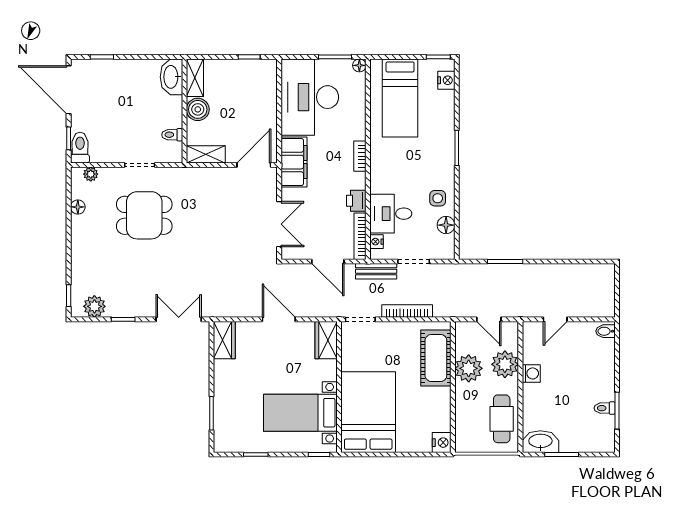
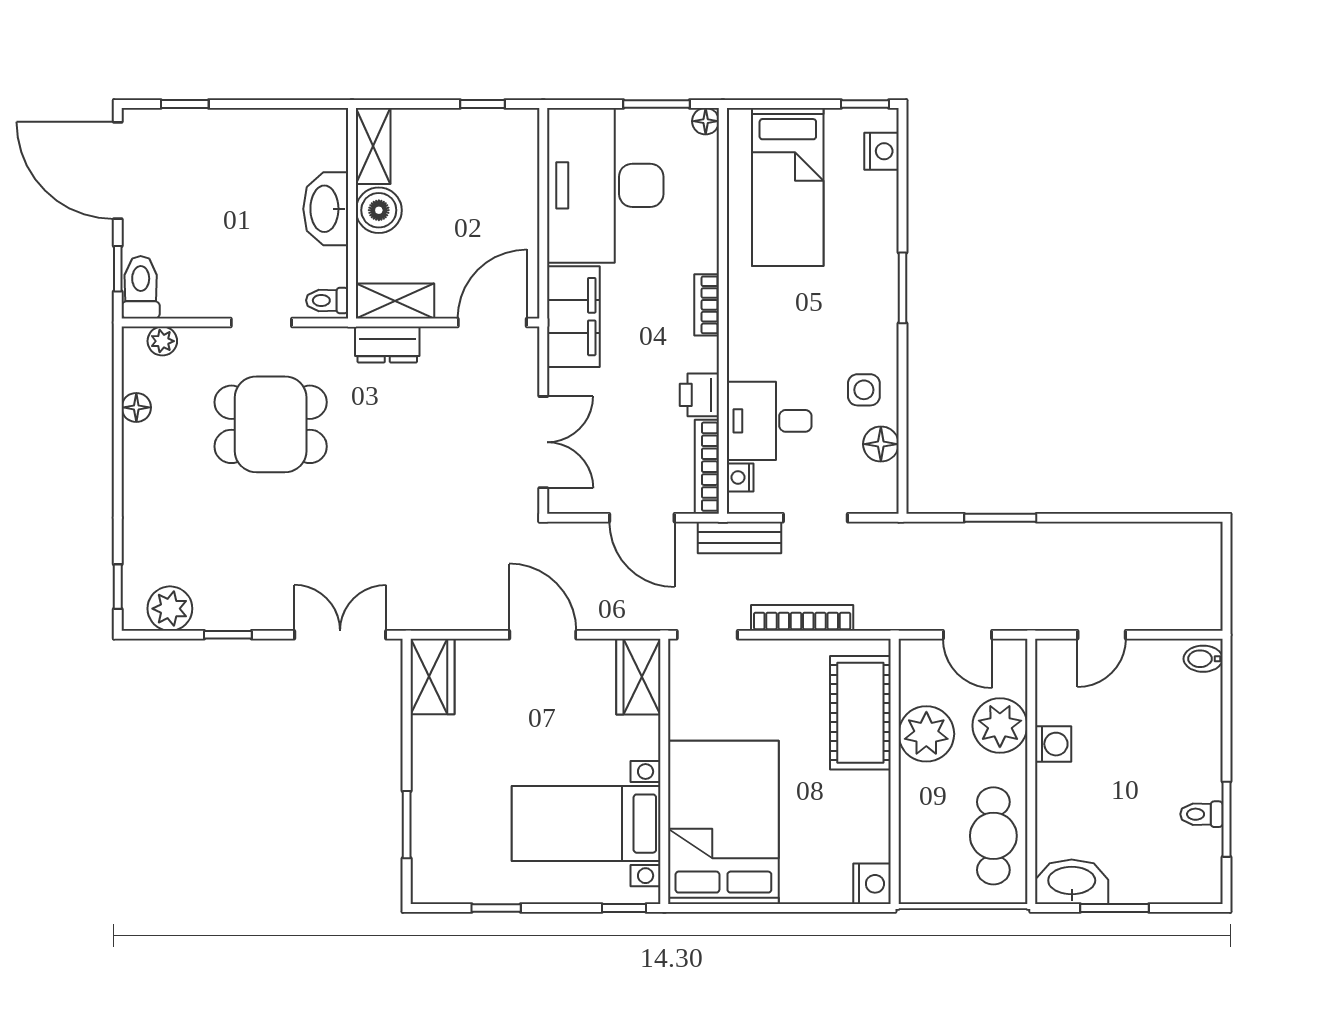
washbasin: (172, 77) -> (326, 209), moved
toilet: (172, 135) -> (327, 300), moved
dresser: (202, 176) -> (387, 344), added

